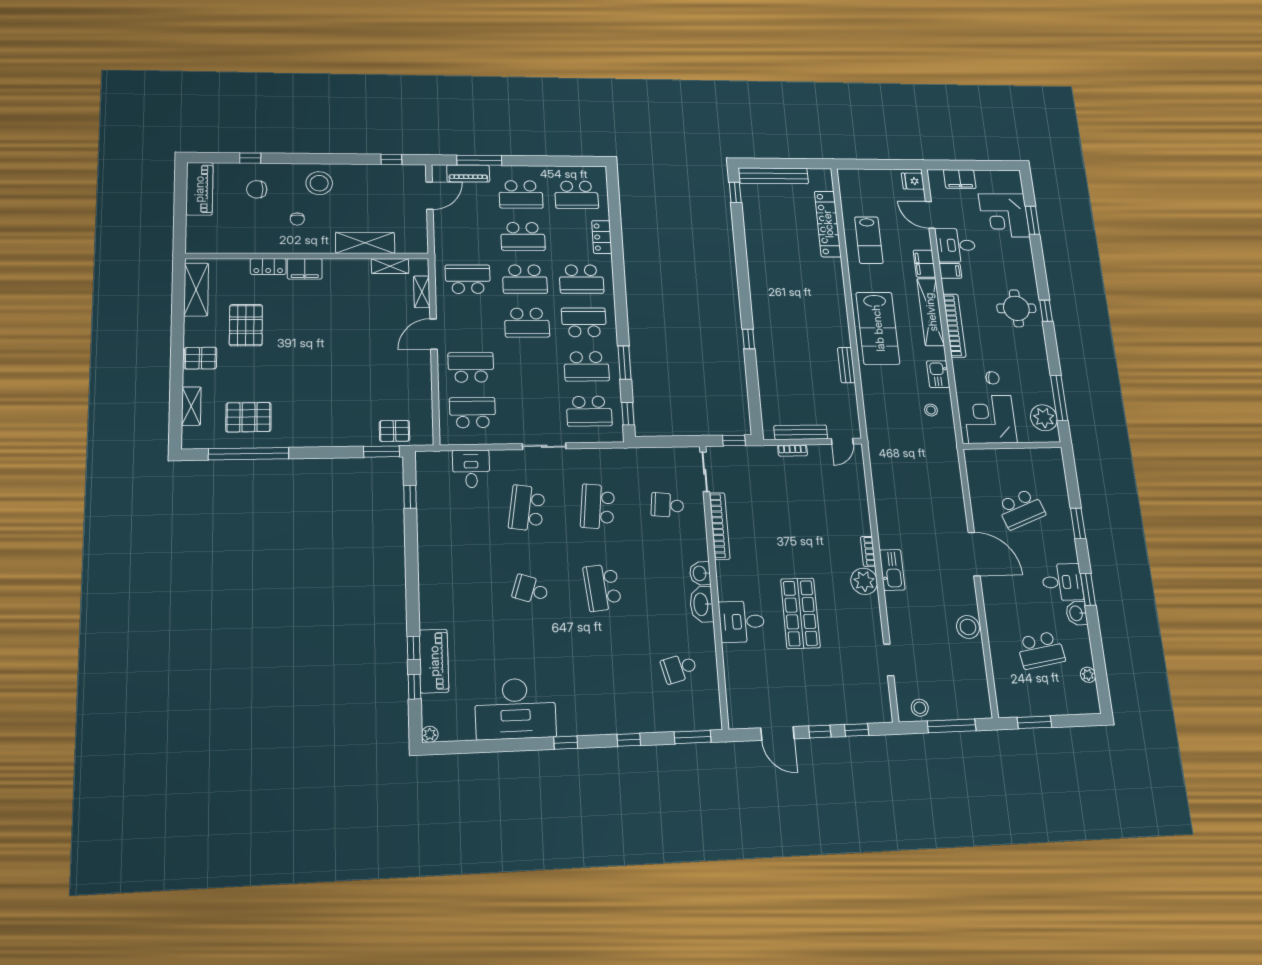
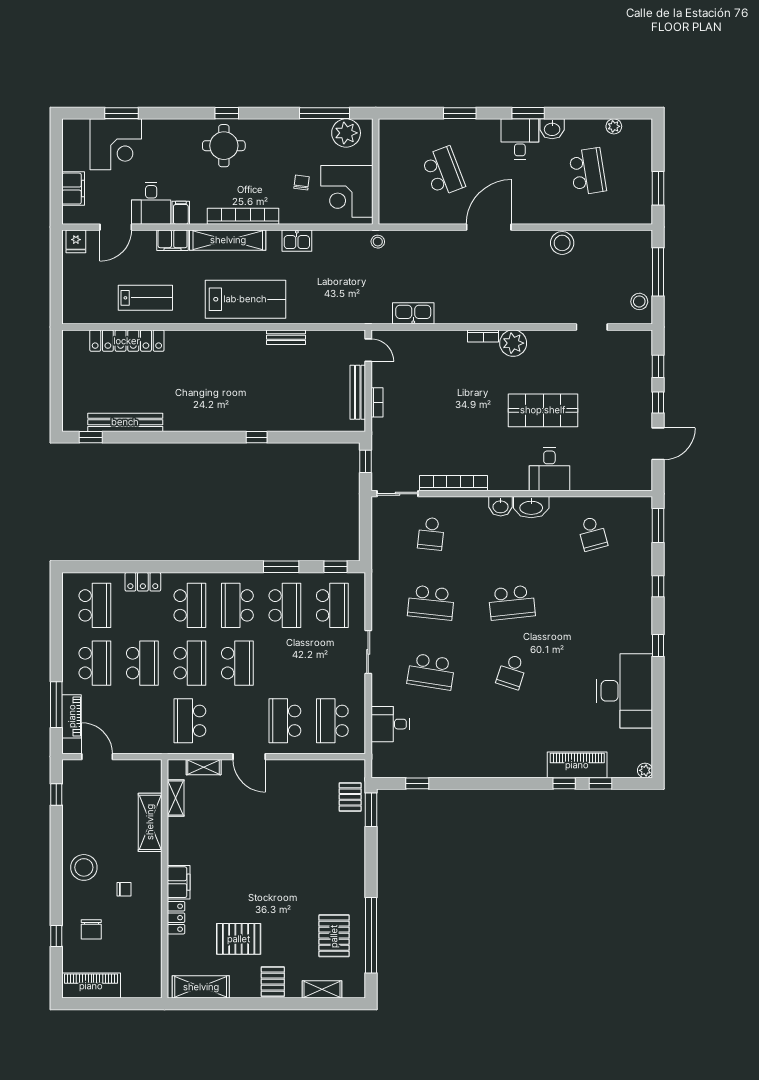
bench: (773, 176) -> (125, 422), moved, turned 90
stool: (931, 410) -> (378, 242), moved
kitchen sink: (892, 570) -> (413, 313), moved

